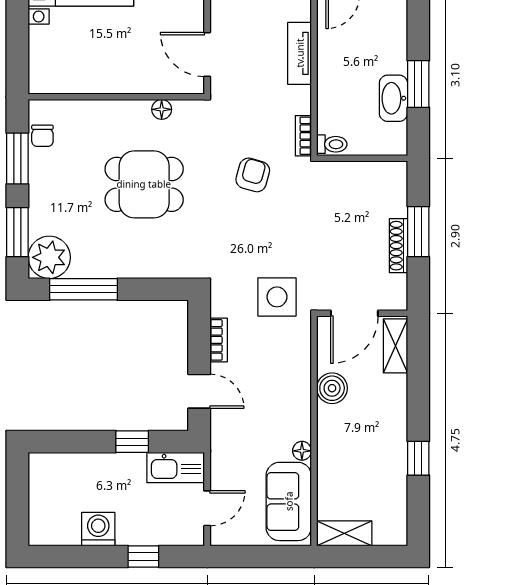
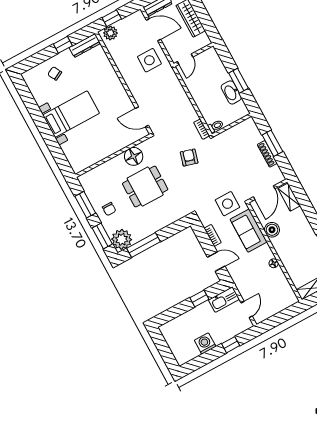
tv unit: (300, 53) -> (181, 95), removed
floor lamp: (162, 109) -> (134, 156), width x1.89, depth x1.89
chair: (42, 136) -> (109, 209), moved
sofa: (289, 501) -> (249, 231), moved

